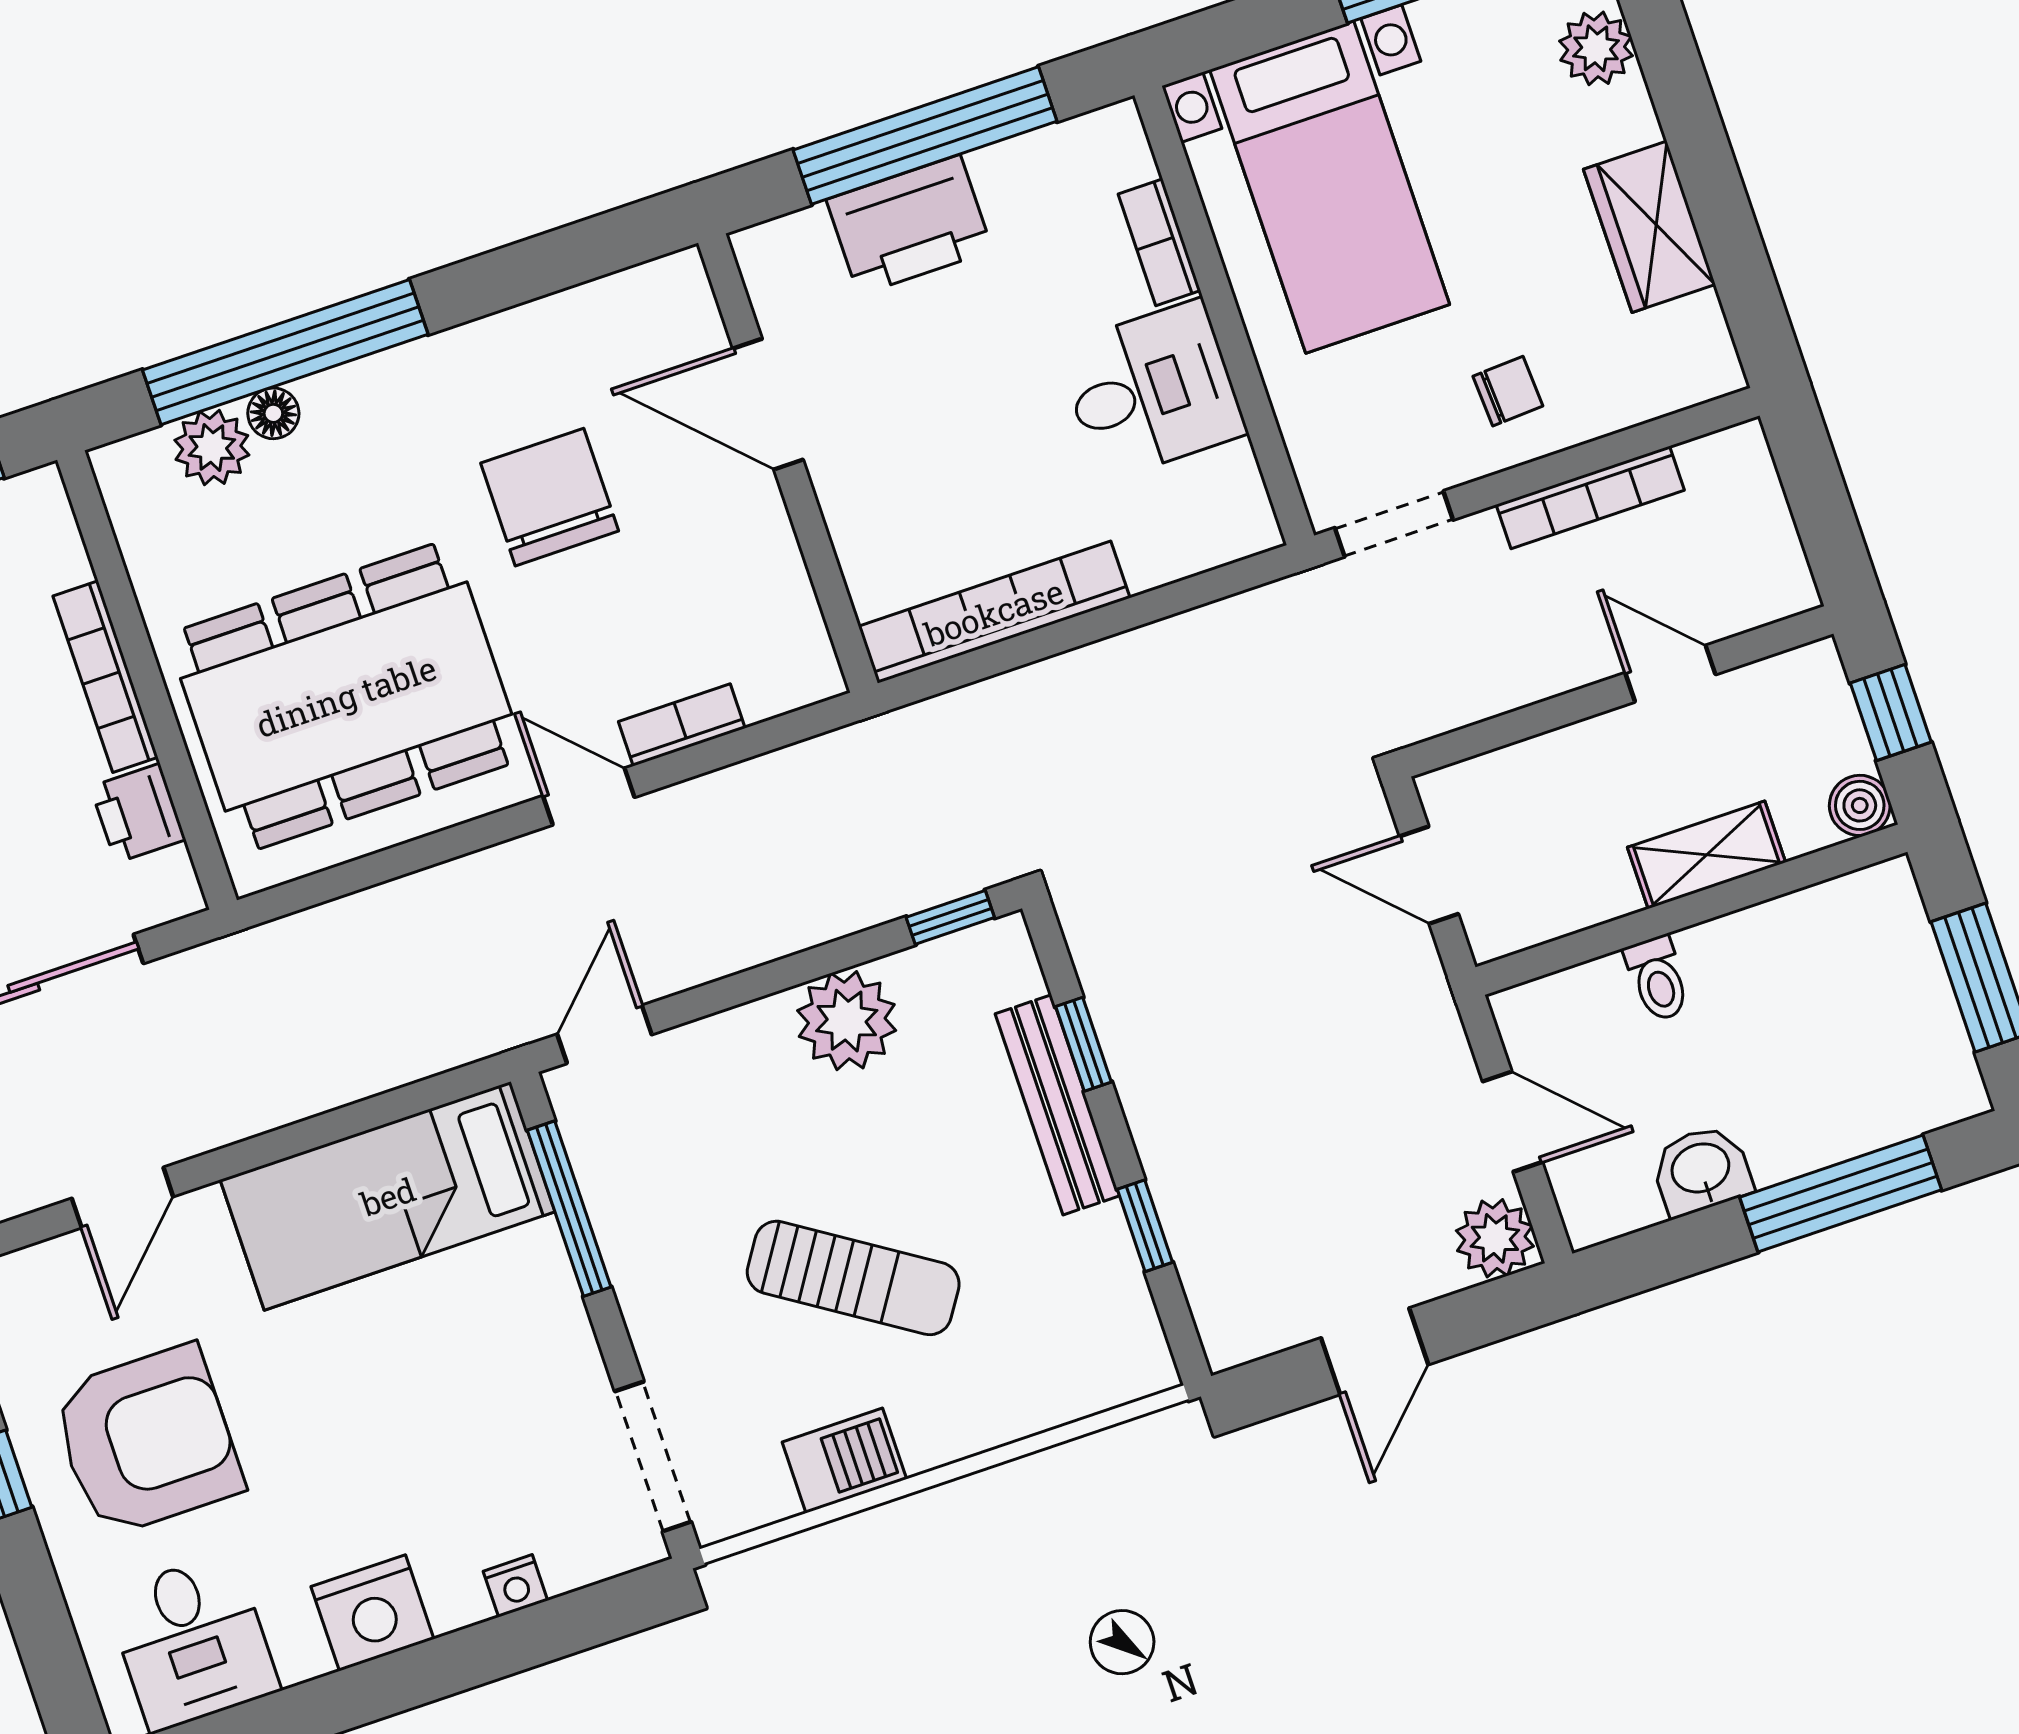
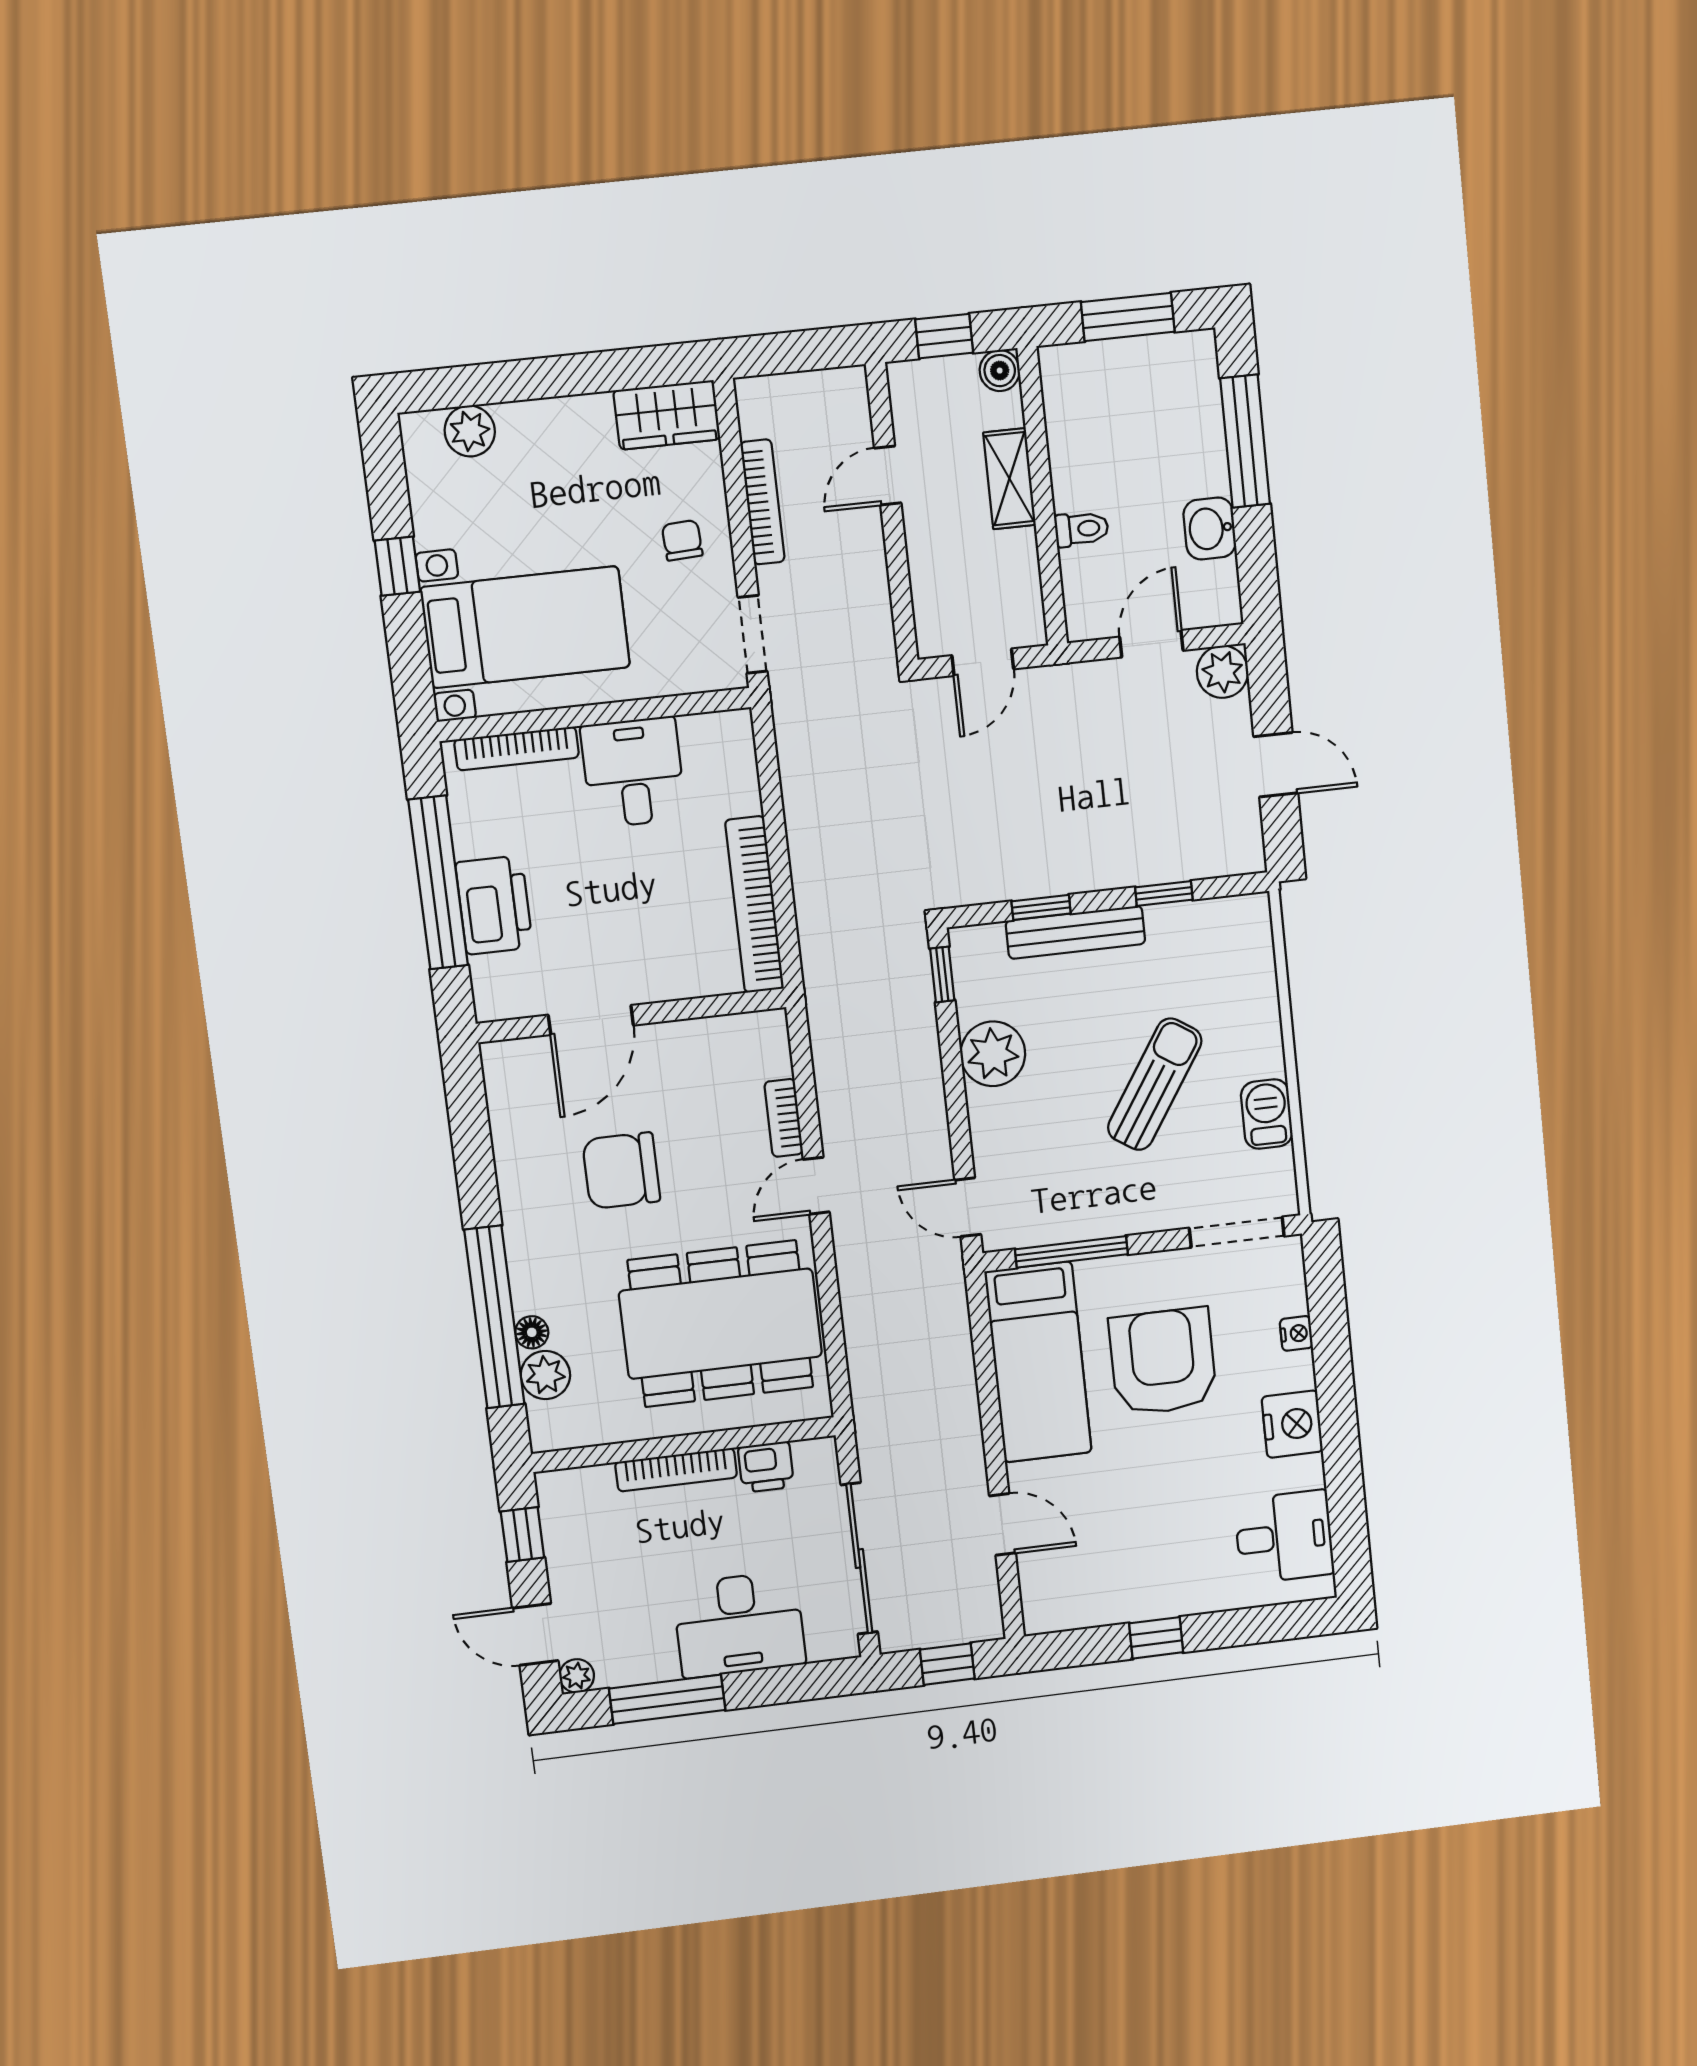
wardrobe: (1649, 227) -> (667, 415), moved
bookcase: (1159, 242) -> (517, 749), width x1.56
dining table: (346, 696) -> (721, 1324), turned 90
armchair: (147, 1441) -> (1163, 1362), moved

